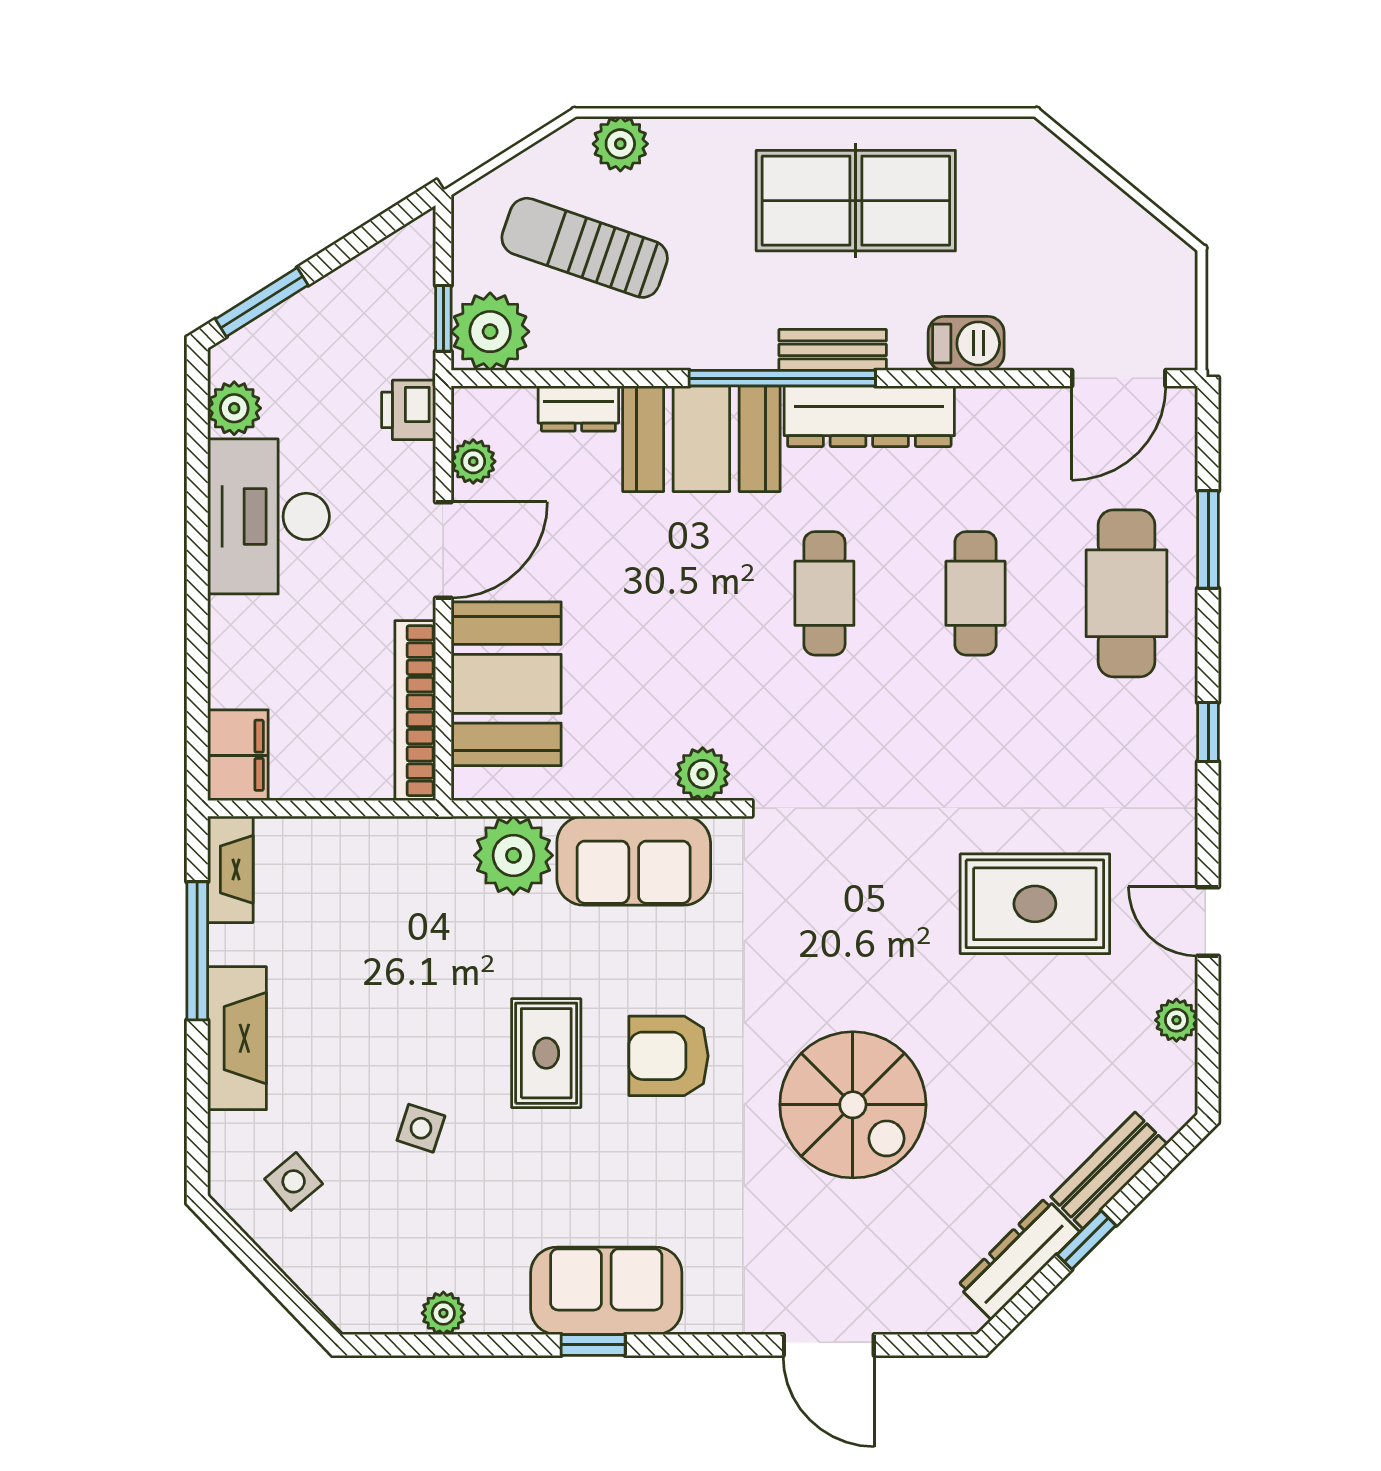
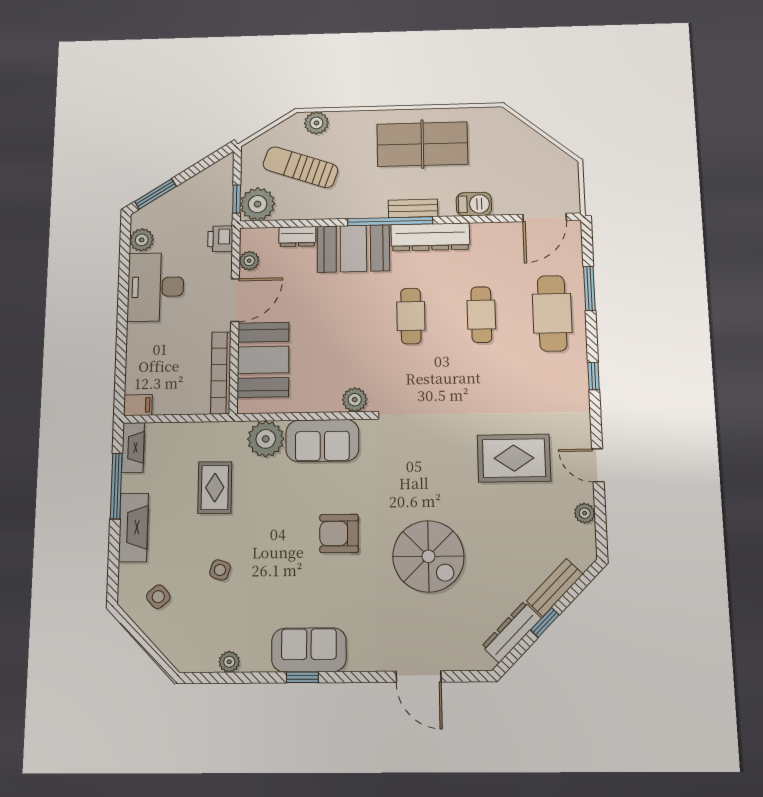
filing cabinet: (238, 755) -> (138, 405), width x0.50
rug: (546, 1053) -> (215, 488), moved

